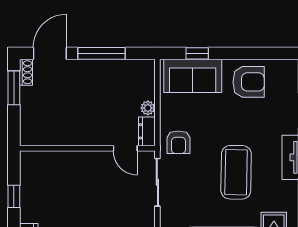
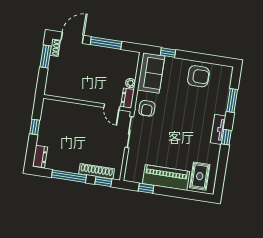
sofa: (193, 76) -> (151, 73), moved, turned -90
coffee table: (236, 172) -> (181, 134), removed

